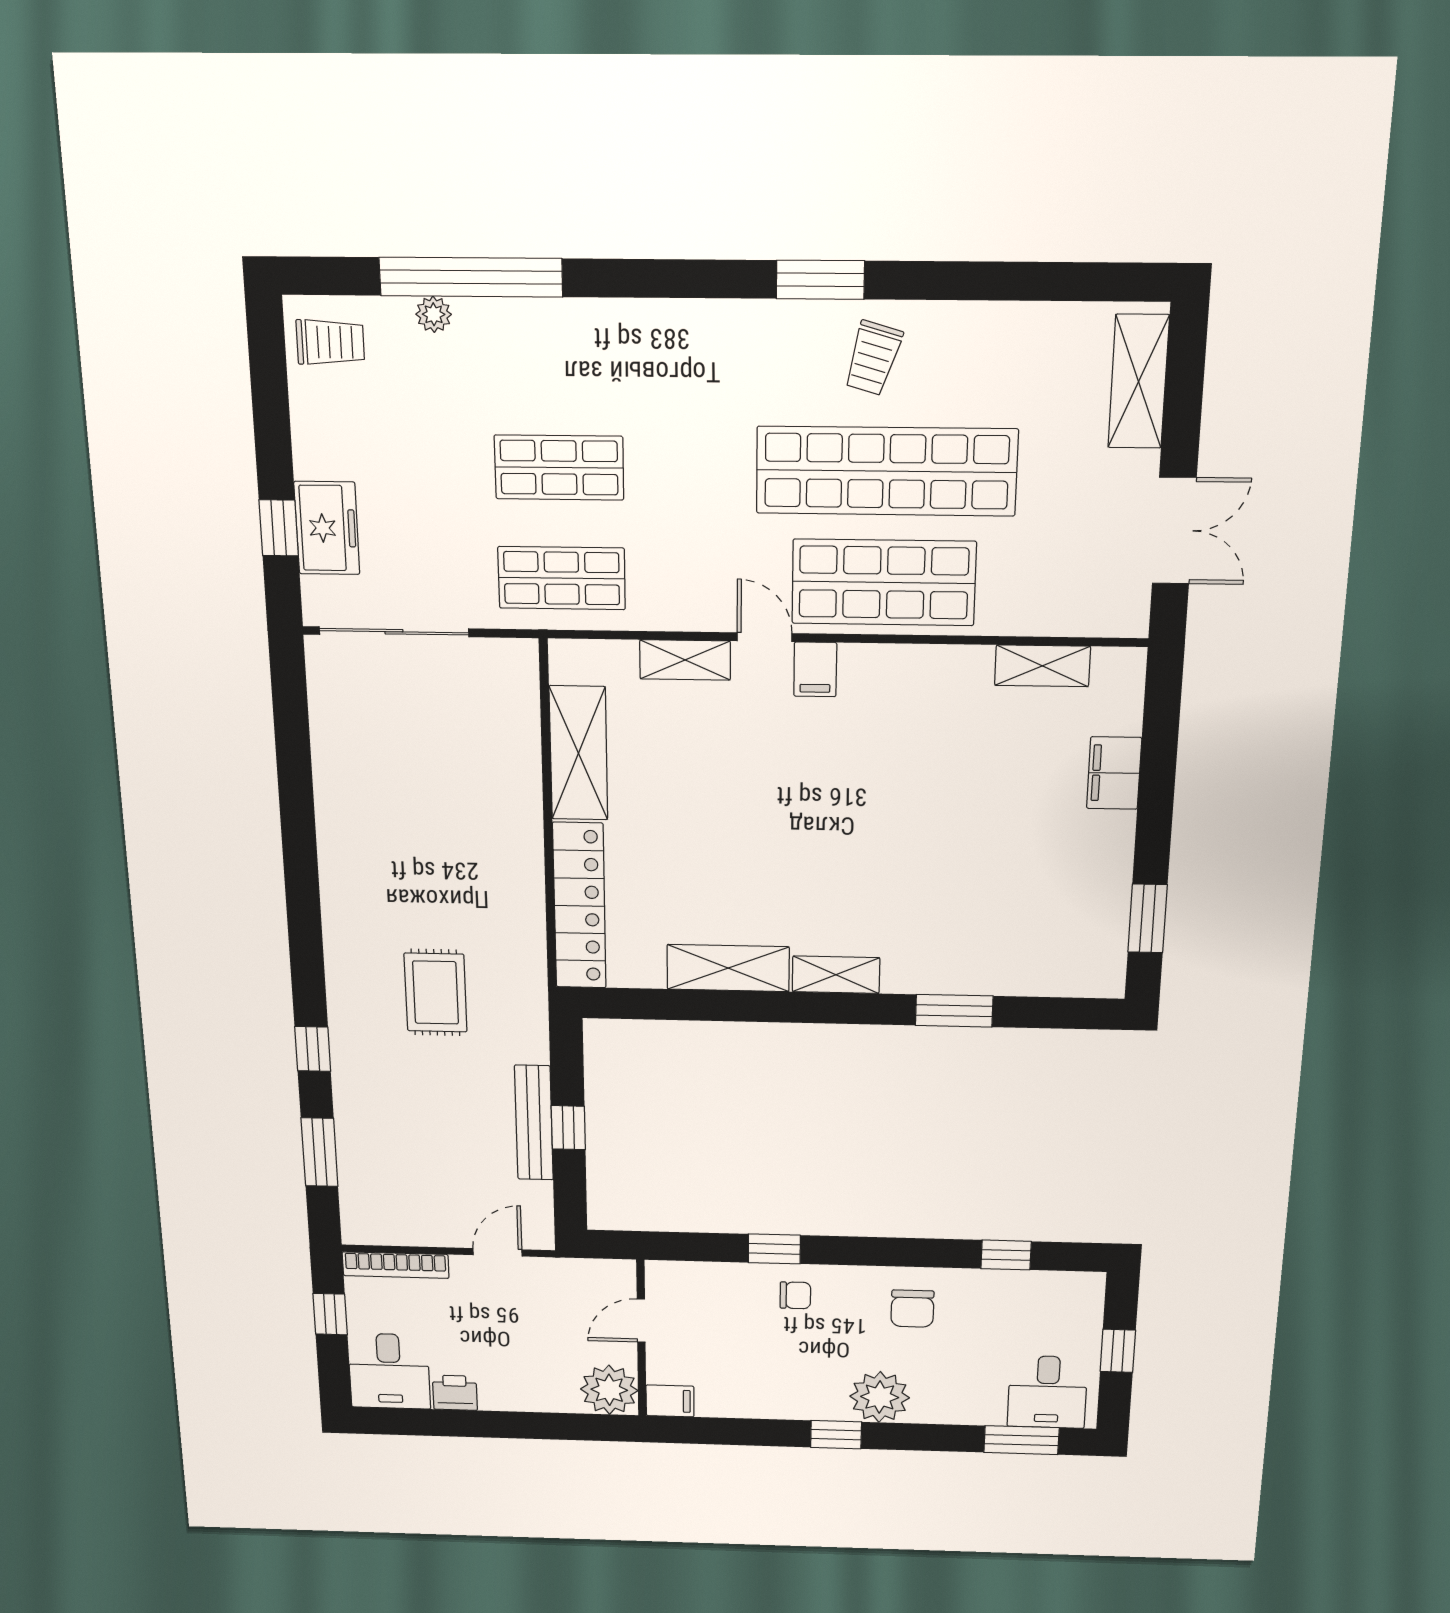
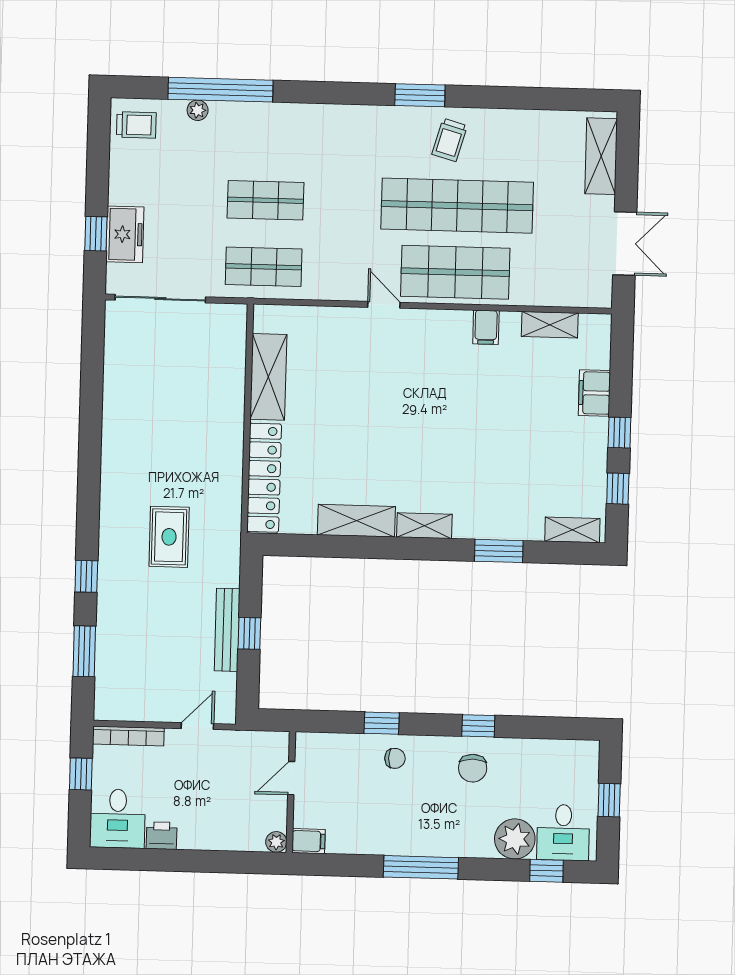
shelving: (685, 660) -> (572, 530), moved
filing cabinet: (815, 669) -> (486, 327), moved
window: (1153, 834) -> (619, 433), added
window: (1148, 918) -> (618, 489), width x0.67
window: (1006, 1255) -> (478, 726), moved
plant: (609, 1390) -> (276, 842), width x0.53, depth x0.53
plant: (880, 1397) -> (515, 839), moved
window: (836, 1435) -> (421, 867), width x2.17
window: (1021, 1440) -> (546, 871), width x0.67

